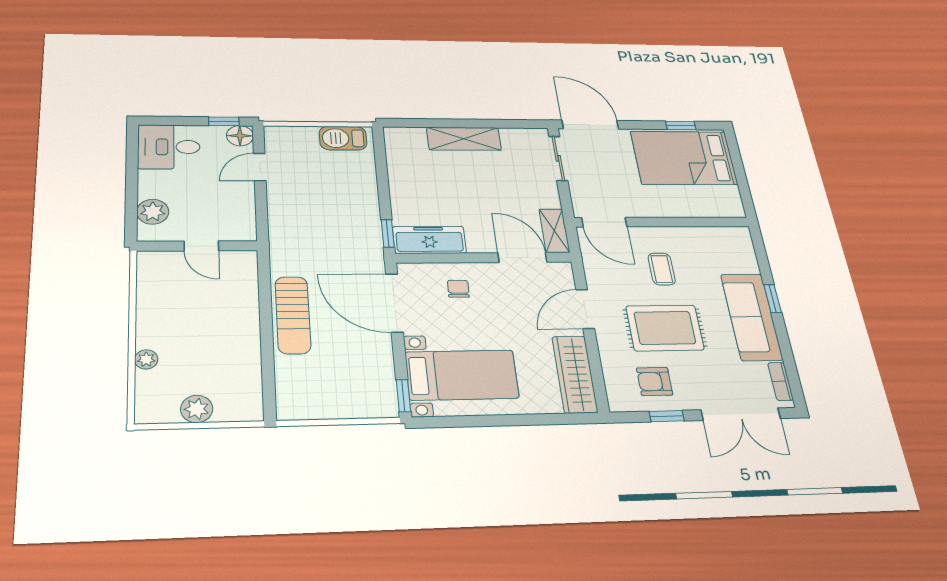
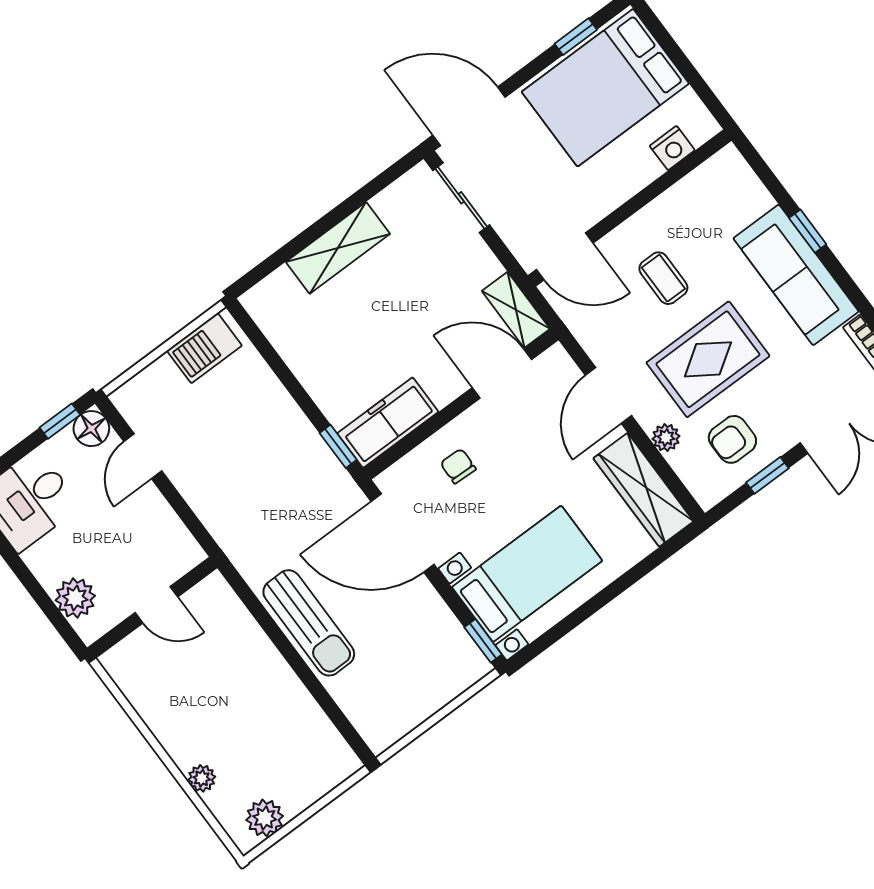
nightstand: (708, 209) -> (672, 148), added
plant: (609, 354) -> (666, 438), added
plant: (197, 409) -> (265, 818), moved

